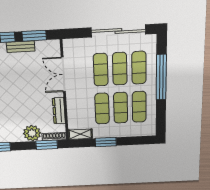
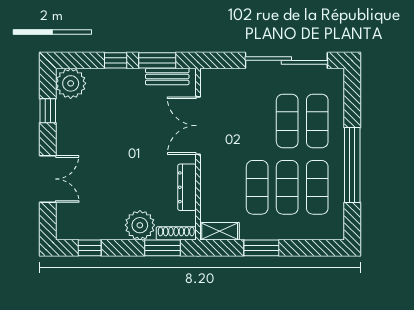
bench: (21, 47) -> (167, 77), moved
exercise mat: (101, 70) -> (257, 121), removed
window: (161, 77) -> (352, 165), moved

